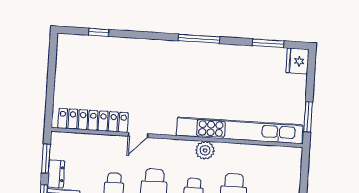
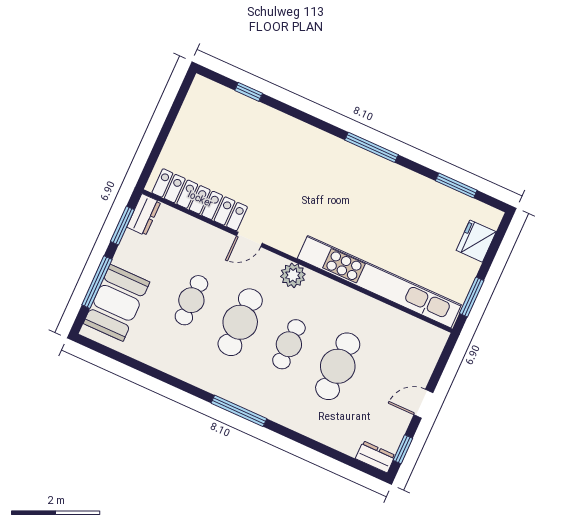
fridge: (298, 61) -> (476, 241), moved
plant: (205, 150) -> (293, 275), moved
dresser: (56, 174) -> (144, 215), moved

